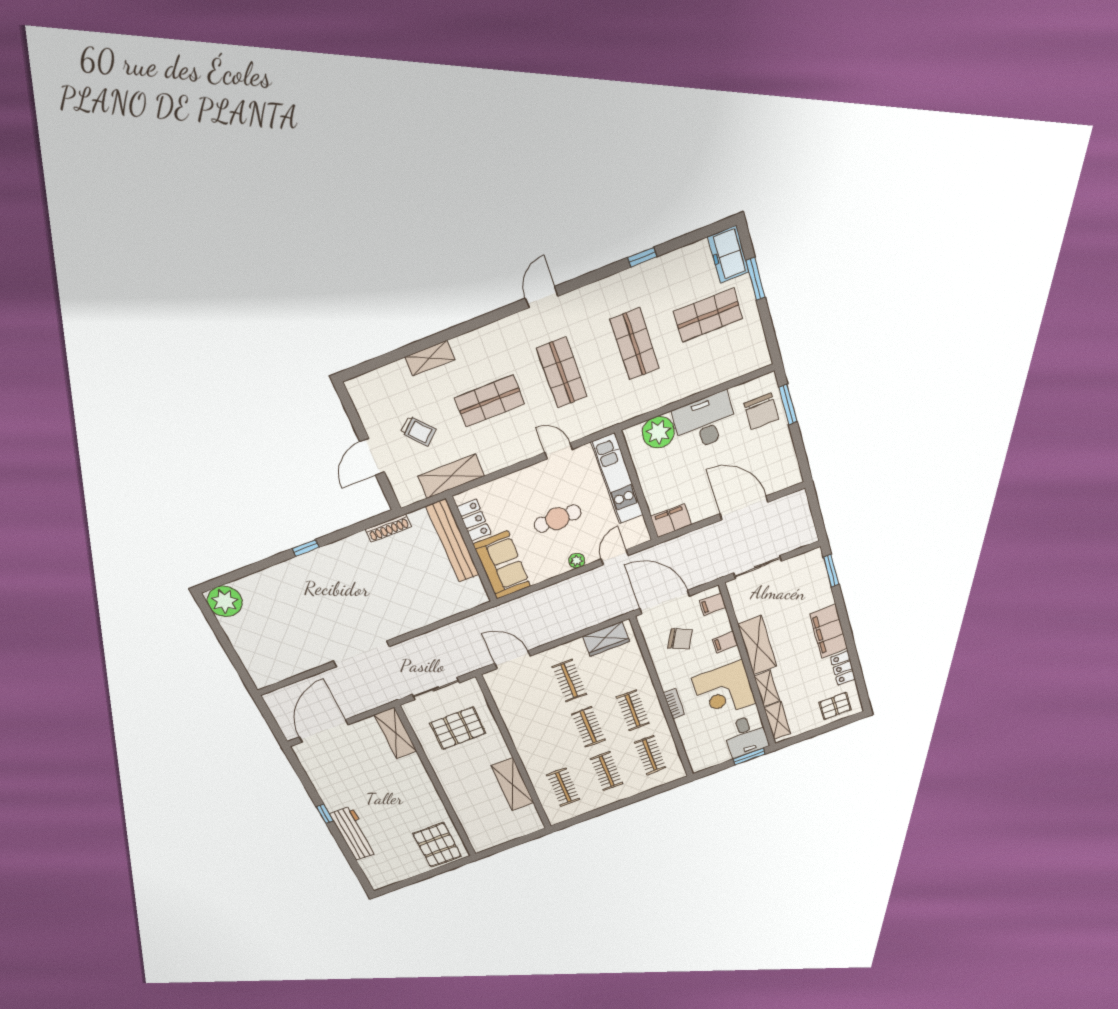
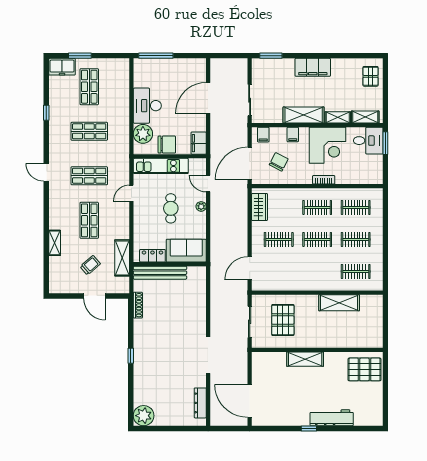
window: (788, 404) -> (156, 56), width x1.44
chair: (761, 412) -> (167, 145), moved
locker: (843, 668) -> (344, 64), removed
dresser: (286, 670) -> (200, 403), added
shelving: (395, 733) -> (305, 359), moved

